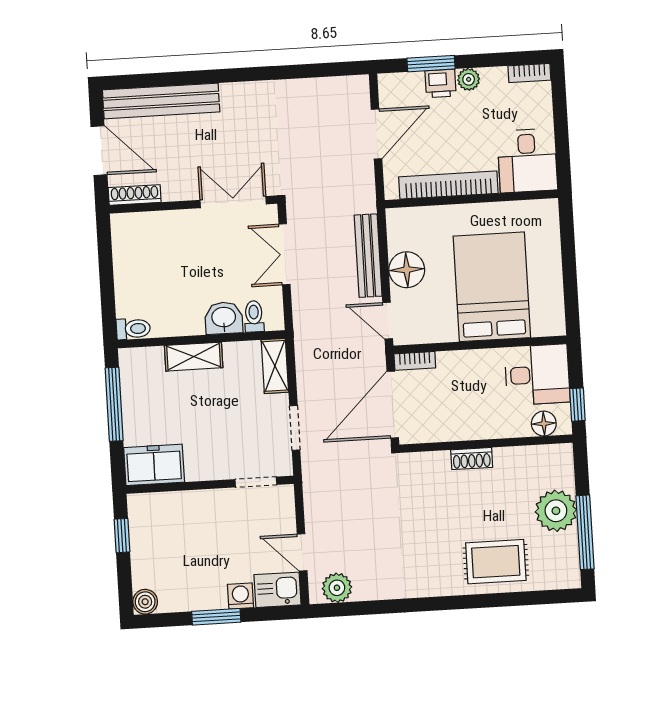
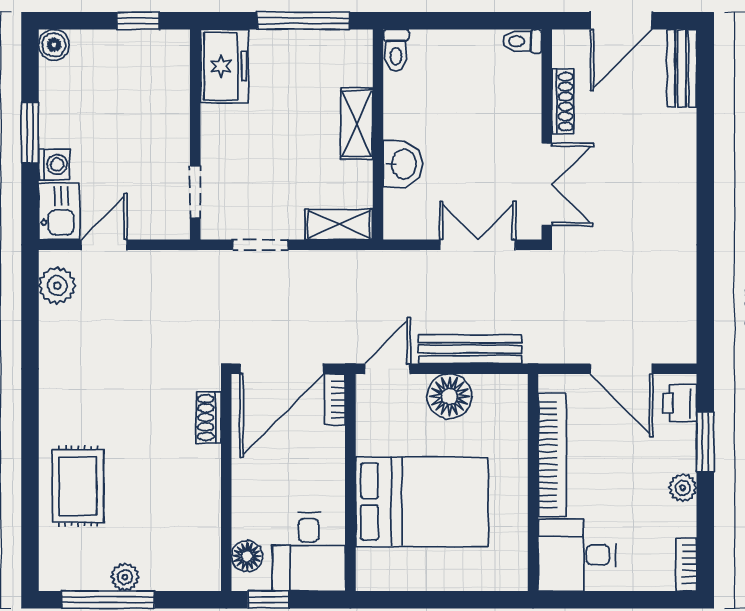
printer: (441, 83) -> (680, 403), moved
bench: (161, 101) -> (682, 68), width x0.54, depth x0.82
shoe rack: (135, 195) -> (563, 102), moved
toilet: (254, 316) -> (522, 41), moved, turned 180
door: (393, 405) -> (282, 369), swing flipped
shoe rack: (472, 459) -> (209, 417), moved
plant: (556, 511) -> (125, 577), width x0.53, depth x0.53

